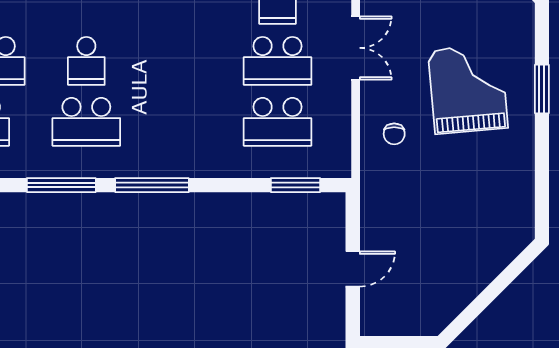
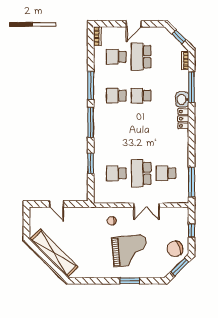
school desk: (86, 122) -> (116, 96), width x0.54
school desk: (278, 122) -> (116, 173), width x0.54
window: (295, 185) -> (91, 163), moved
shelving: (473, 275) -> (54, 253), added

